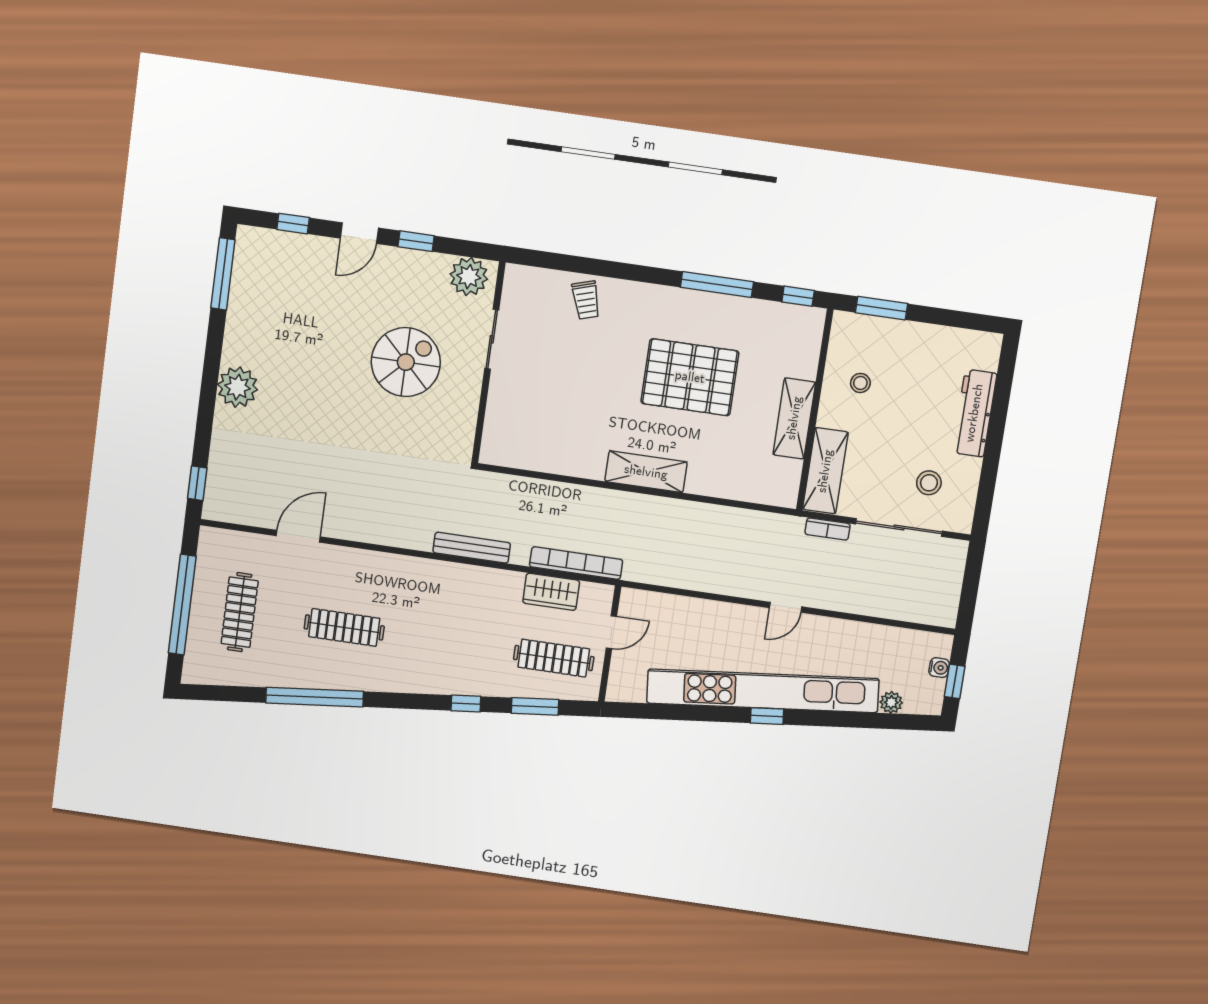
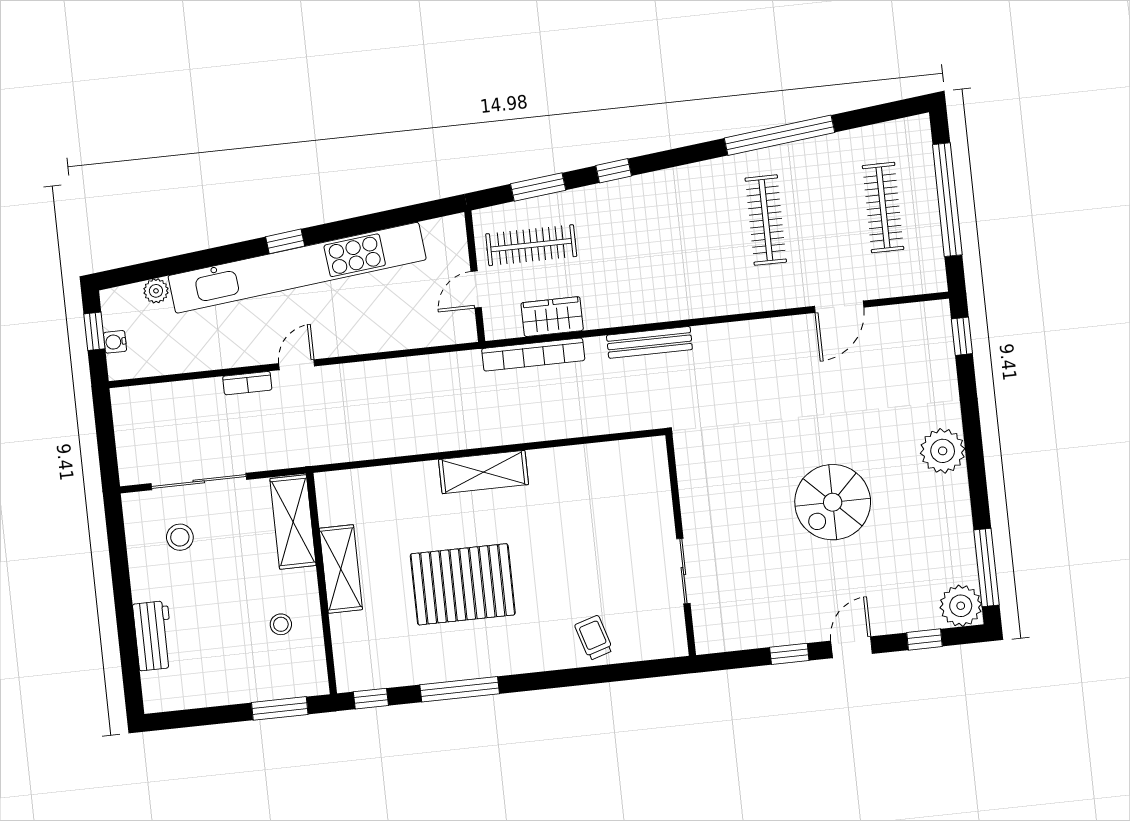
plant: (469, 277) -> (961, 606), moved
spiral stairs: (406, 362) -> (833, 502), moved
workbench: (974, 413) -> (153, 636), width x0.73
bookcase: (828, 529) -> (247, 383), moved, turned 180
clothes rail: (344, 627) -> (766, 220), turned 90

